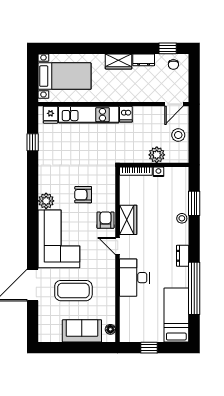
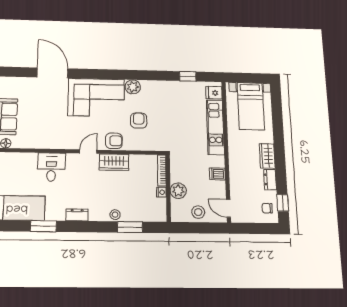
dishwasher: (126, 114) -> (217, 174), moved
desk: (134, 278) -> (51, 167), width x0.73
window: (194, 288) -> (43, 226), width x0.47
coffee table: (73, 291) -> (46, 110), removed

